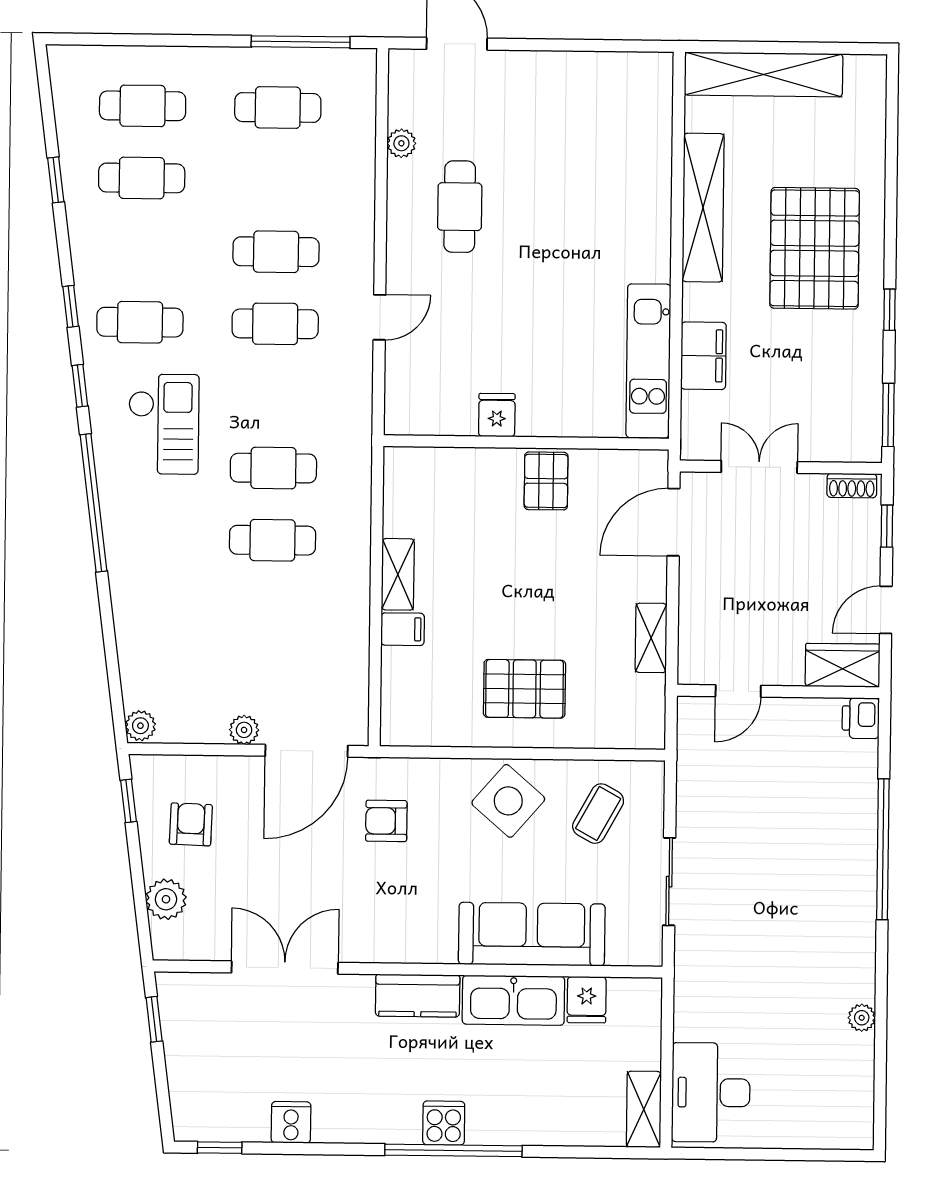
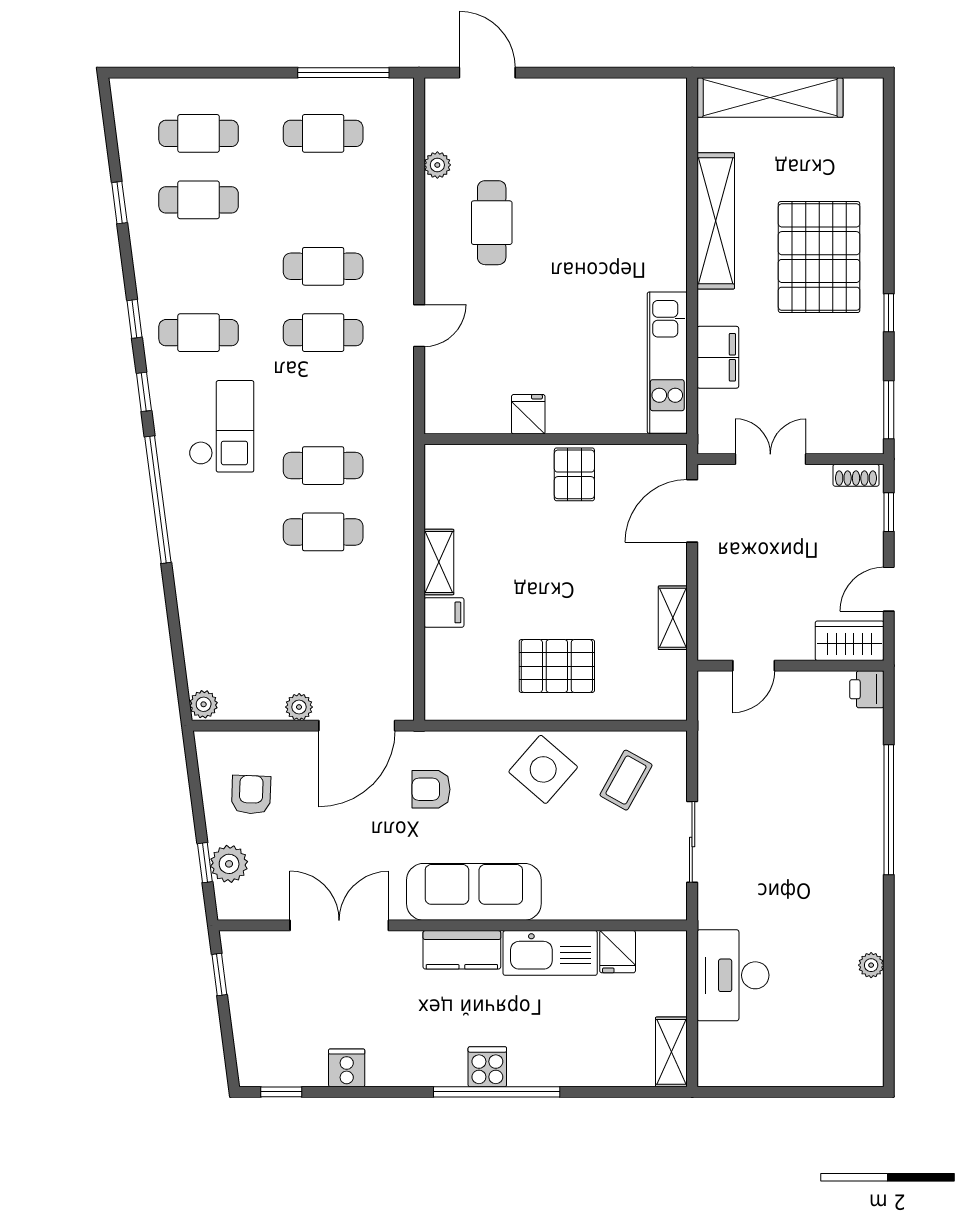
window: (128, 801) -> (205, 863), moved
sofa: (532, 934) -> (474, 892), moved
desk: (711, 1092) -> (733, 975), moved

